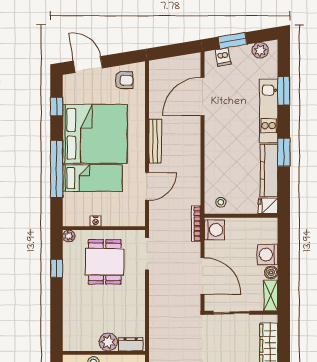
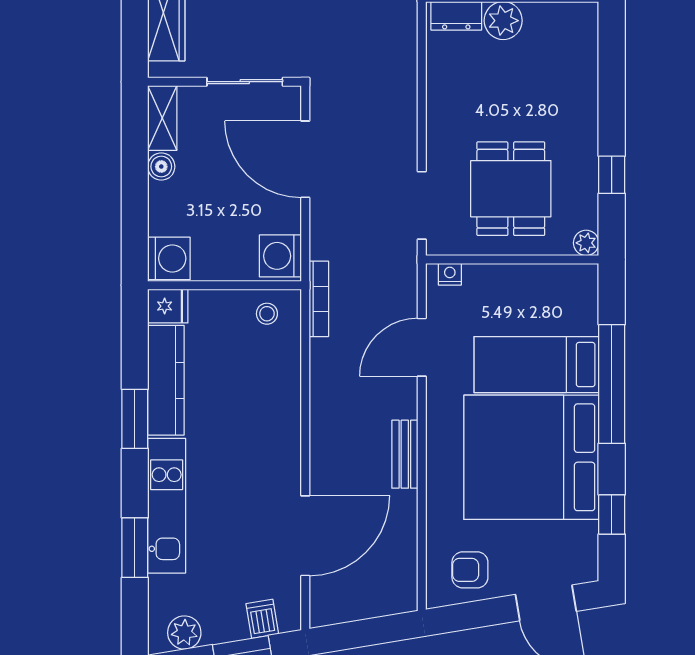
bench: (155, 141) -> (405, 454), width x0.73
nightstand: (96, 221) -> (450, 274), moved
bookcase: (196, 224) -> (319, 299), moved
washing machine: (267, 255) -> (169, 258), moved

